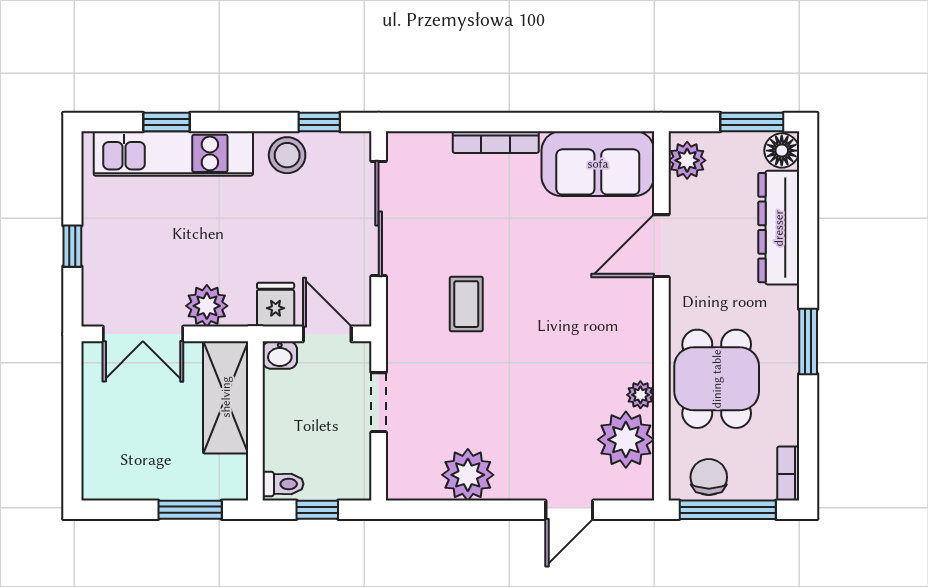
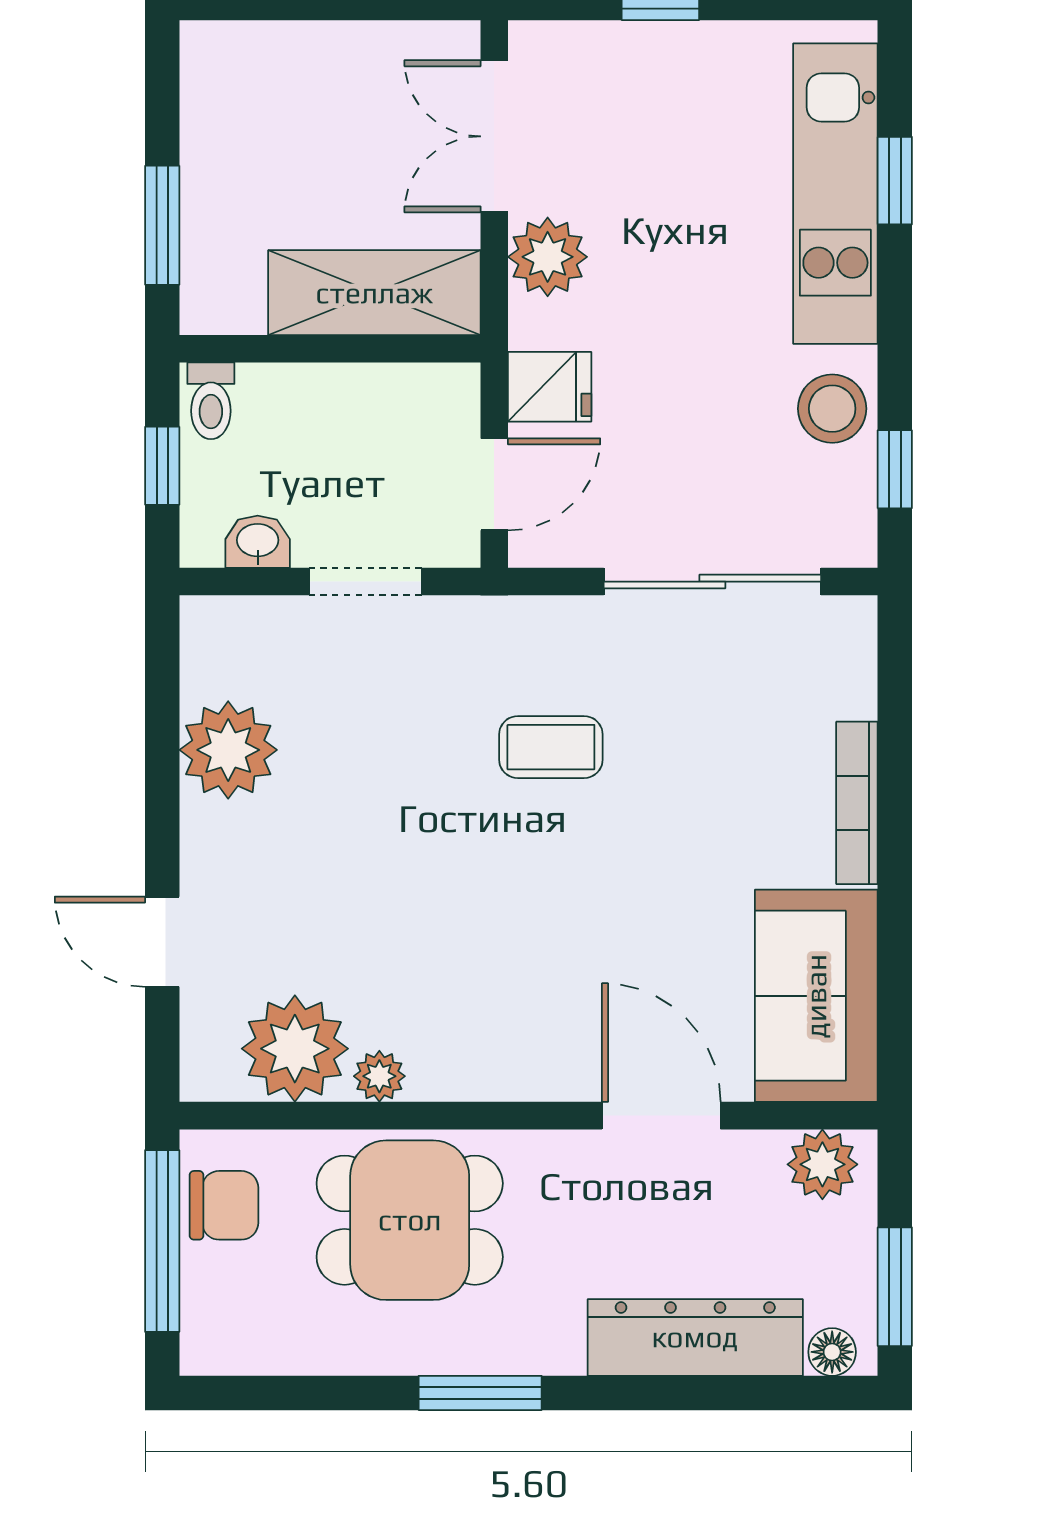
floor lamp: (782, 151) -> (832, 1352), width x0.73, depth x0.73
washbasin: (280, 355) -> (258, 542), moved, turned 90
bookcase: (788, 474) -> (231, 1355), removed

